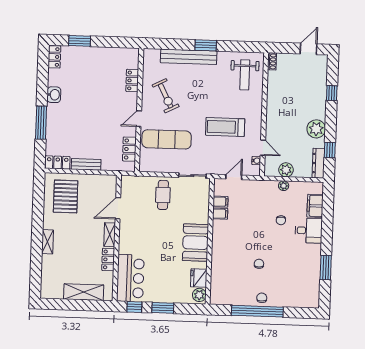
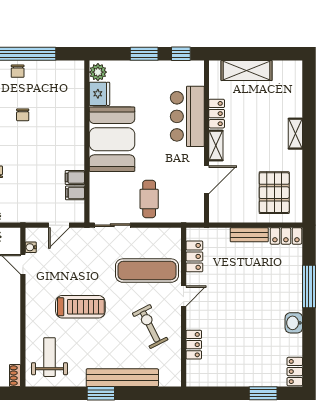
treadmill: (225, 127) -> (80, 307), moved
booth: (195, 243) -> (112, 139), width x1.36, depth x1.42
bar counter: (130, 278) -> (187, 116), moved

